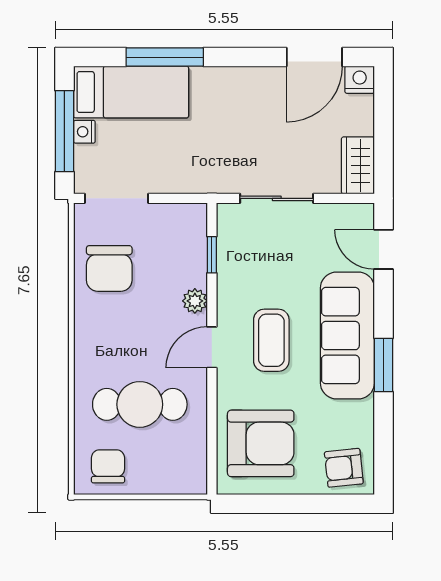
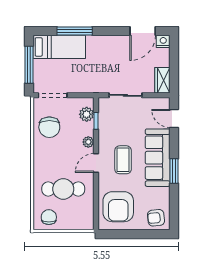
nightstand: (84, 132) -> (38, 65), removed
plant: (191, 240) -> (87, 114), added
armchair: (261, 443) -> (118, 207), turned 90

